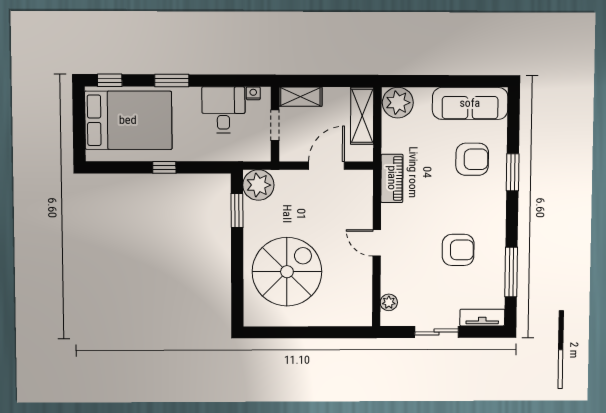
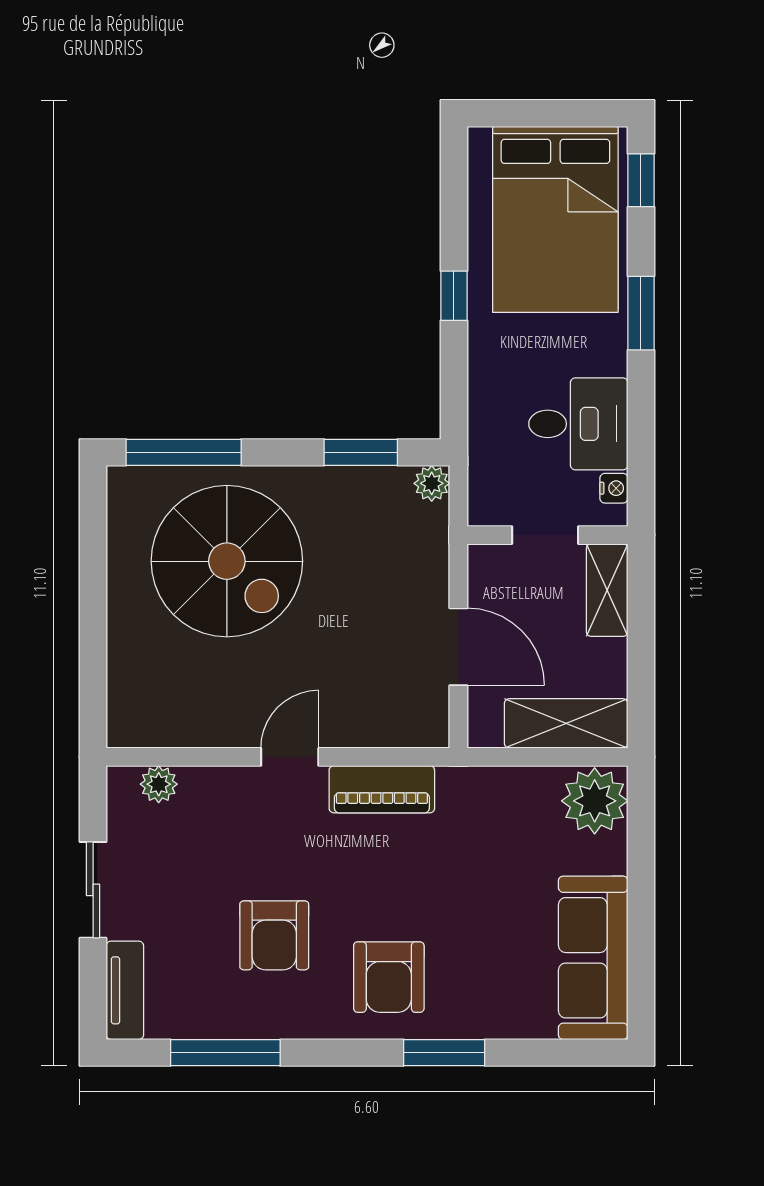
armchair: (472, 159) -> (389, 977), moved
piano: (392, 178) -> (382, 789), moved
plant: (258, 185) -> (432, 483), width x0.53, depth x0.53
window: (237, 291) -> (184, 452), added

